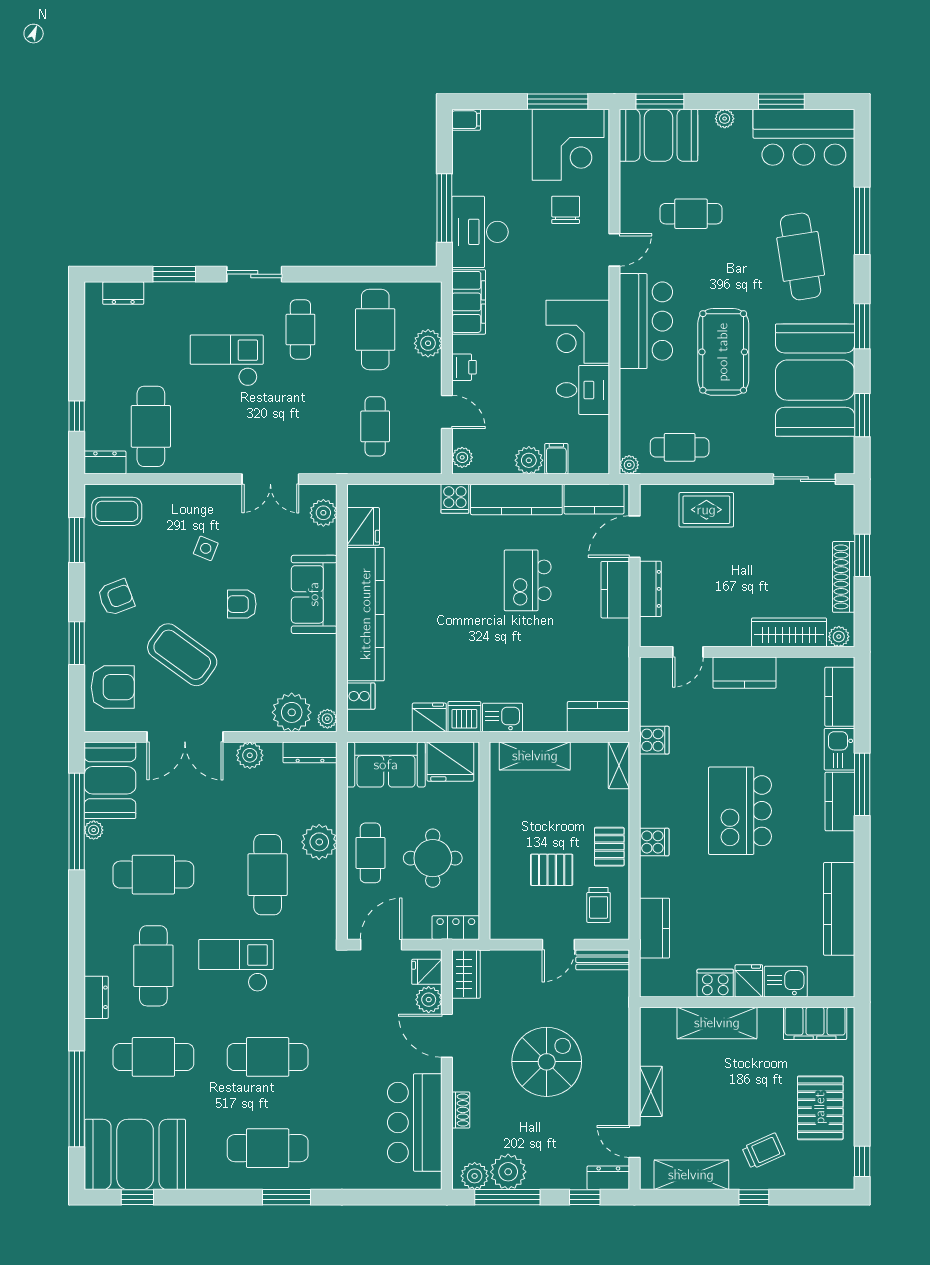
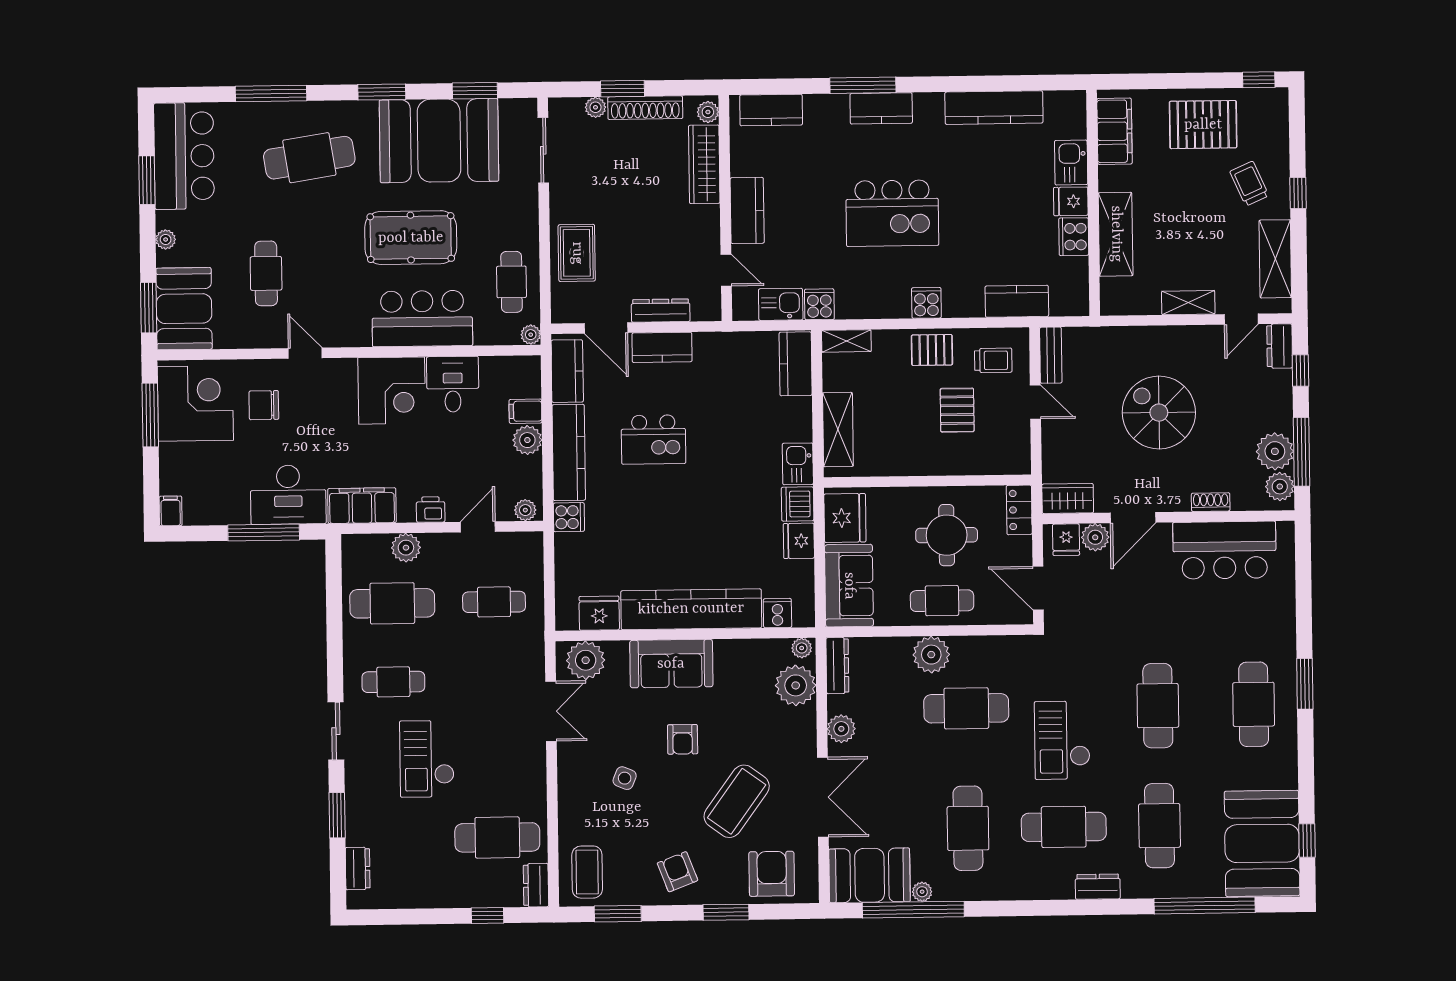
bar counter: (646, 321) -> (422, 319), moved
plant: (323, 513) -> (586, 660), width x1.36, depth x1.36
plant: (845, 530) -> (595, 107), added
kitchen sink: (839, 749) -> (781, 304), moved, turned 180

